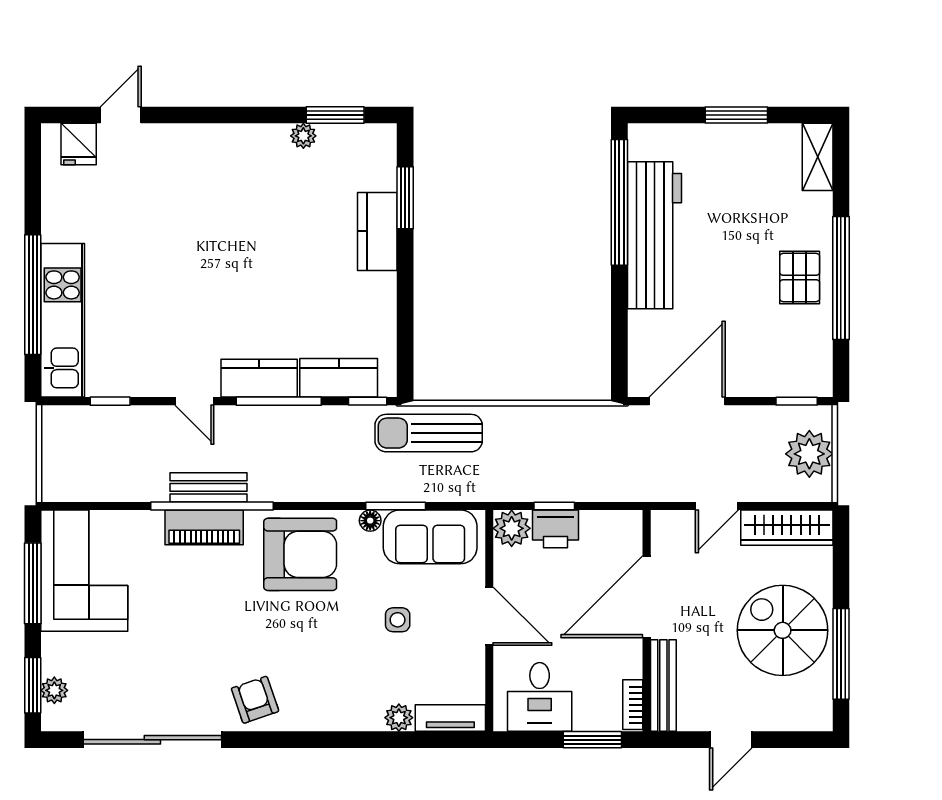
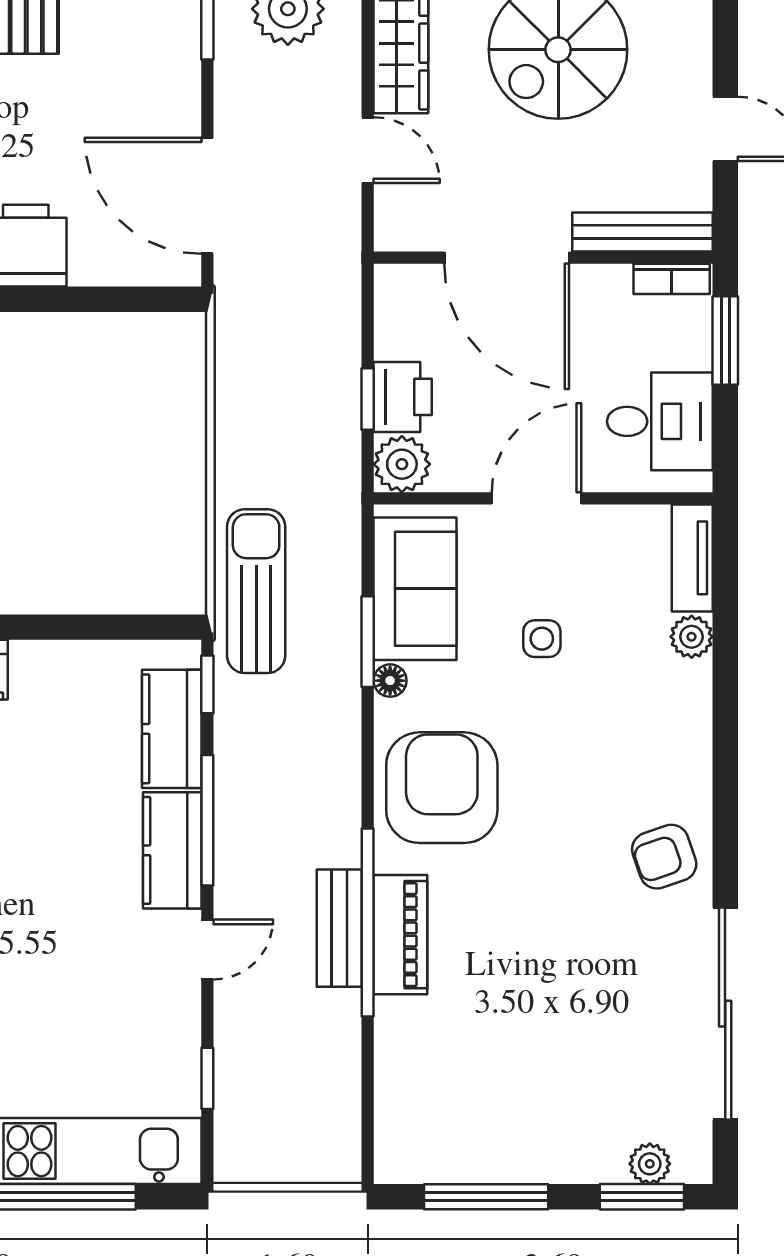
sun lounger: (429, 433) -> (256, 591), turned 180
corner sofa: (84, 571) -> (467, 1118), removed

